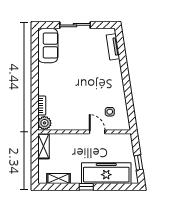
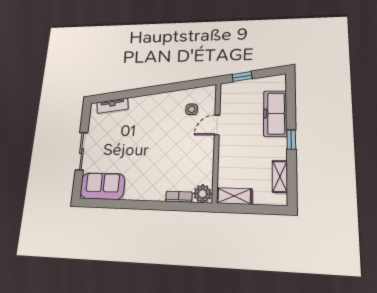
window: (138, 163) -> (242, 76), moved
freezer: (106, 173) -> (275, 113), width x0.73, depth x0.79

